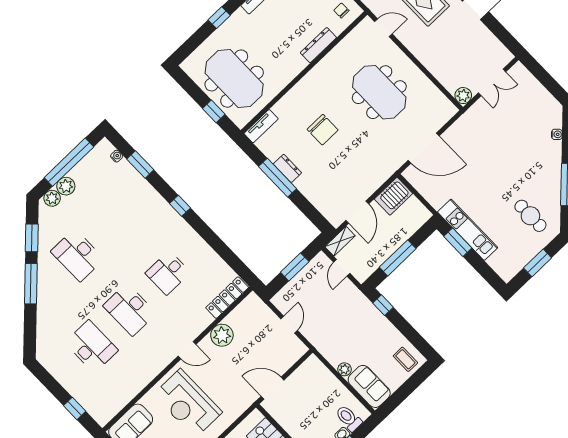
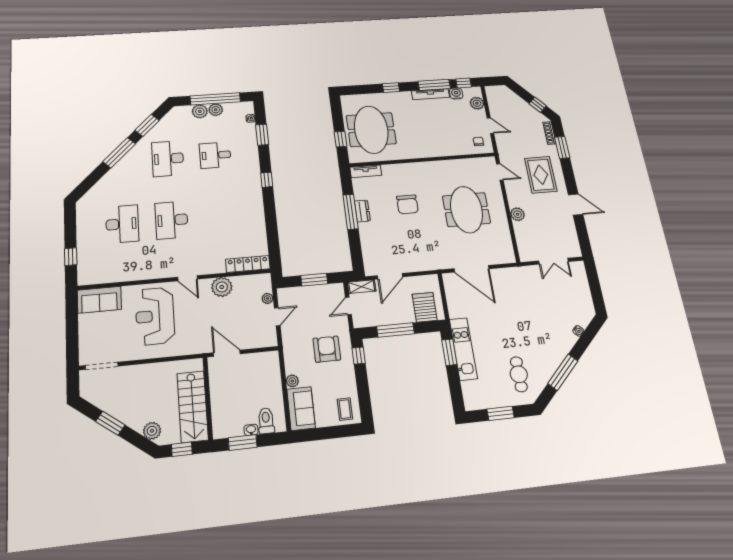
dresser: (318, 45) -> (446, 151), removed
plant: (463, 96) -> (518, 214), moved
server rack: (394, 196) -> (425, 307), moved, turned 90
plant: (52, 198) -> (216, 110), moved
desk: (168, 273) -> (215, 155), moved
plant: (268, 315) -> (267, 298), added
armchair: (352, 320) -> (327, 349), added

